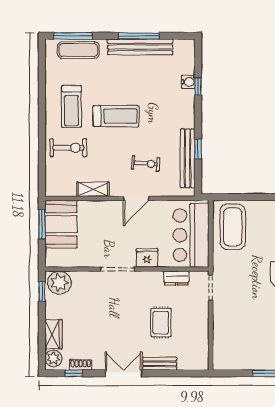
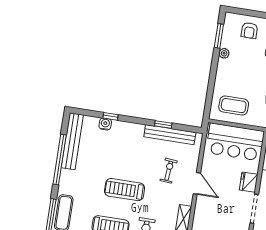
window: (139, 36) -> (60, 159), width x1.46
bench: (140, 47) -> (72, 141), moved
treadmill: (116, 116) -> (125, 190), turned -90
coffee table: (233, 227) -> (234, 106), width x0.73, depth x0.76

